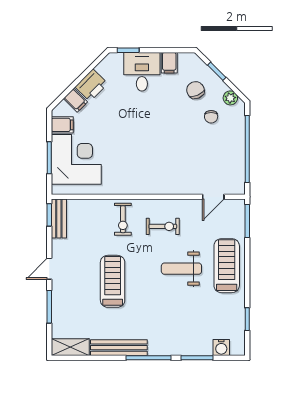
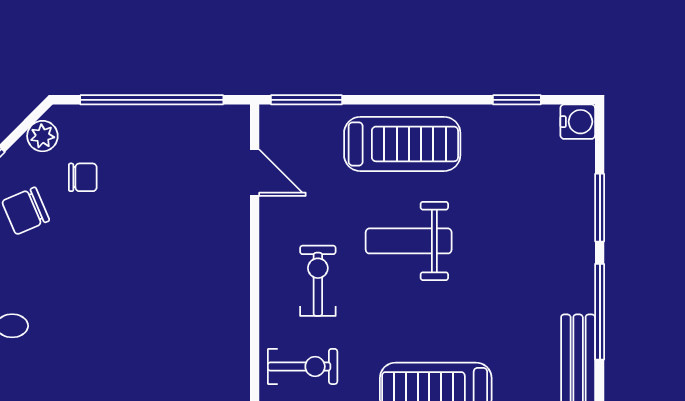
treadmill: (227, 266) -> (402, 144), turned 180
weight bench: (181, 269) -> (409, 241), turned 90
water cooler: (221, 347) -> (578, 122), moved

